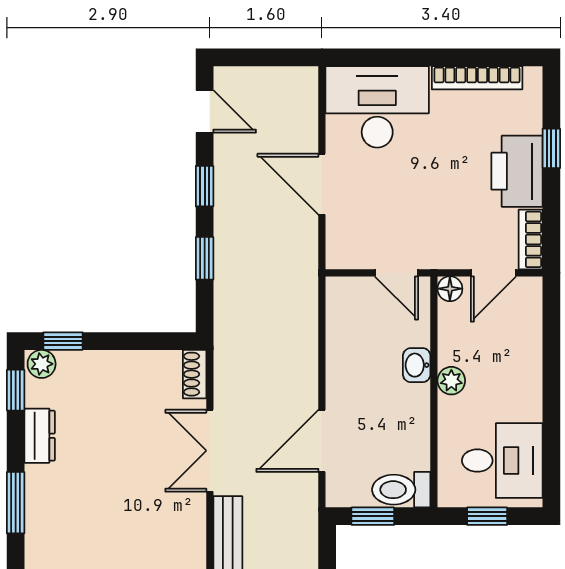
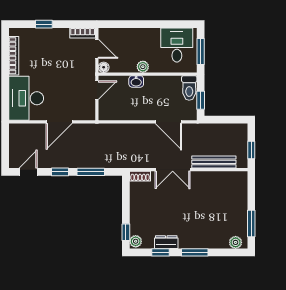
printer: (517, 171) -> (54, 39), removed
window: (205, 258) -> (91, 172), width x1.50
window: (16, 390) -> (160, 252), moved
window: (487, 516) -> (201, 51), width x1.50

